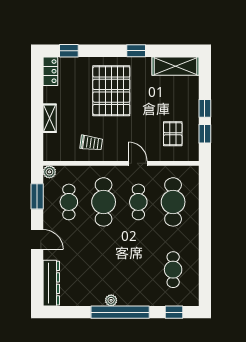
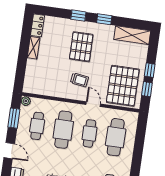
window: (69, 51) -> (78, 16), moved
pallet: (111, 91) -> (81, 47), width x0.73, depth x0.71
shelving: (50, 118) -> (34, 48), moved
pallet: (173, 134) -> (123, 86), width x2.05, depth x2.00
trolley: (91, 143) -> (79, 80), moved

